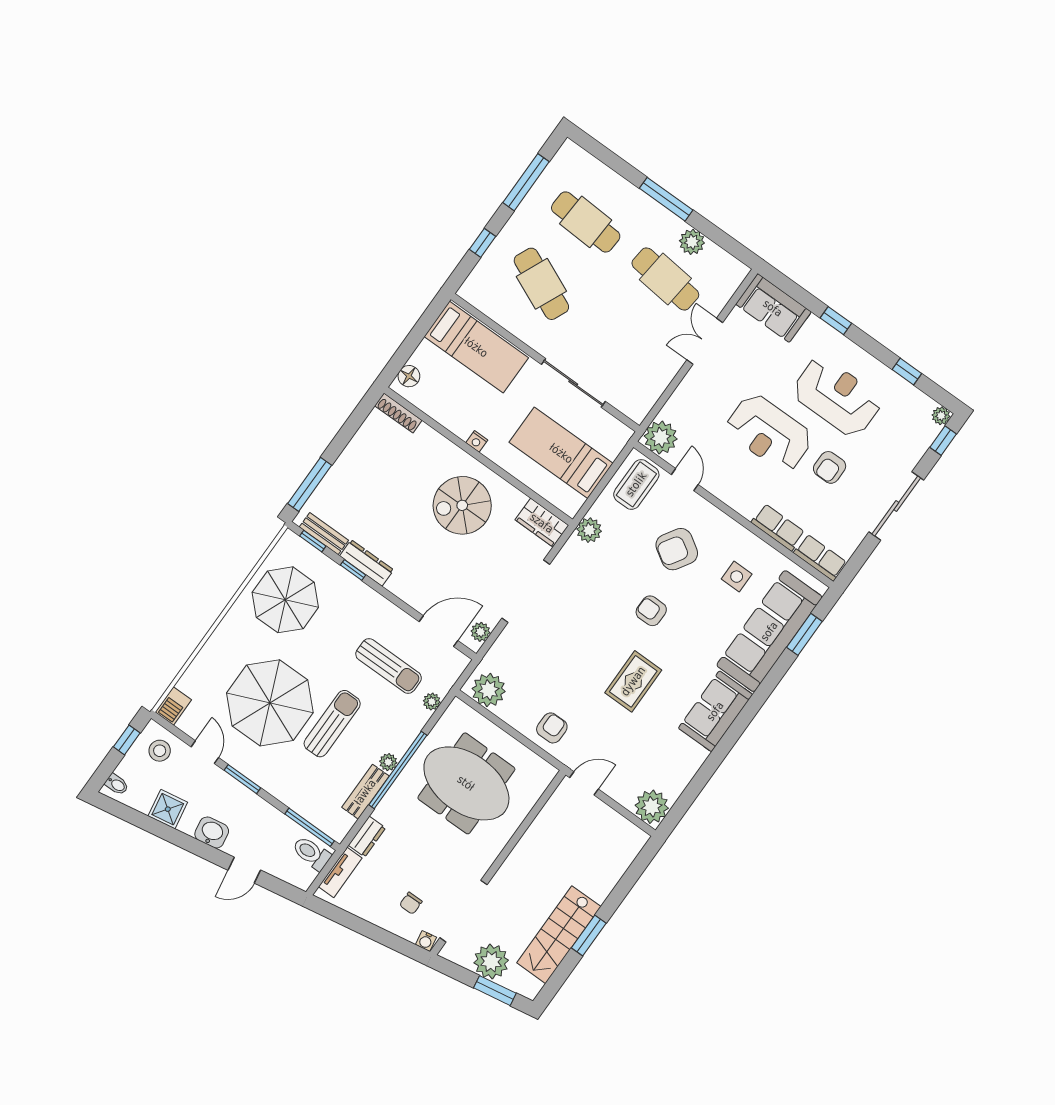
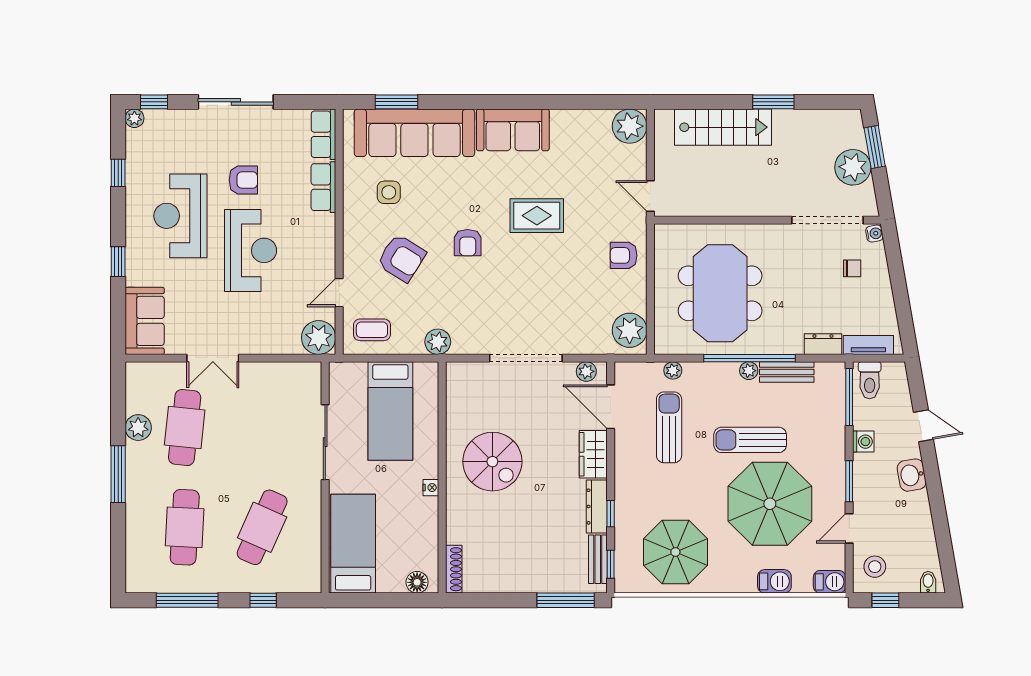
coffee table: (636, 484) -> (372, 330), width x0.73, depth x0.77
wardrobe: (542, 523) -> (593, 454), moved, turned 180
barbecue: (205, 662) -> (774, 581), added
shower: (168, 809) -> (918, 525), removed
washing machine: (266, 813) -> (863, 442), added
stairs: (559, 935) -> (723, 127), moved

